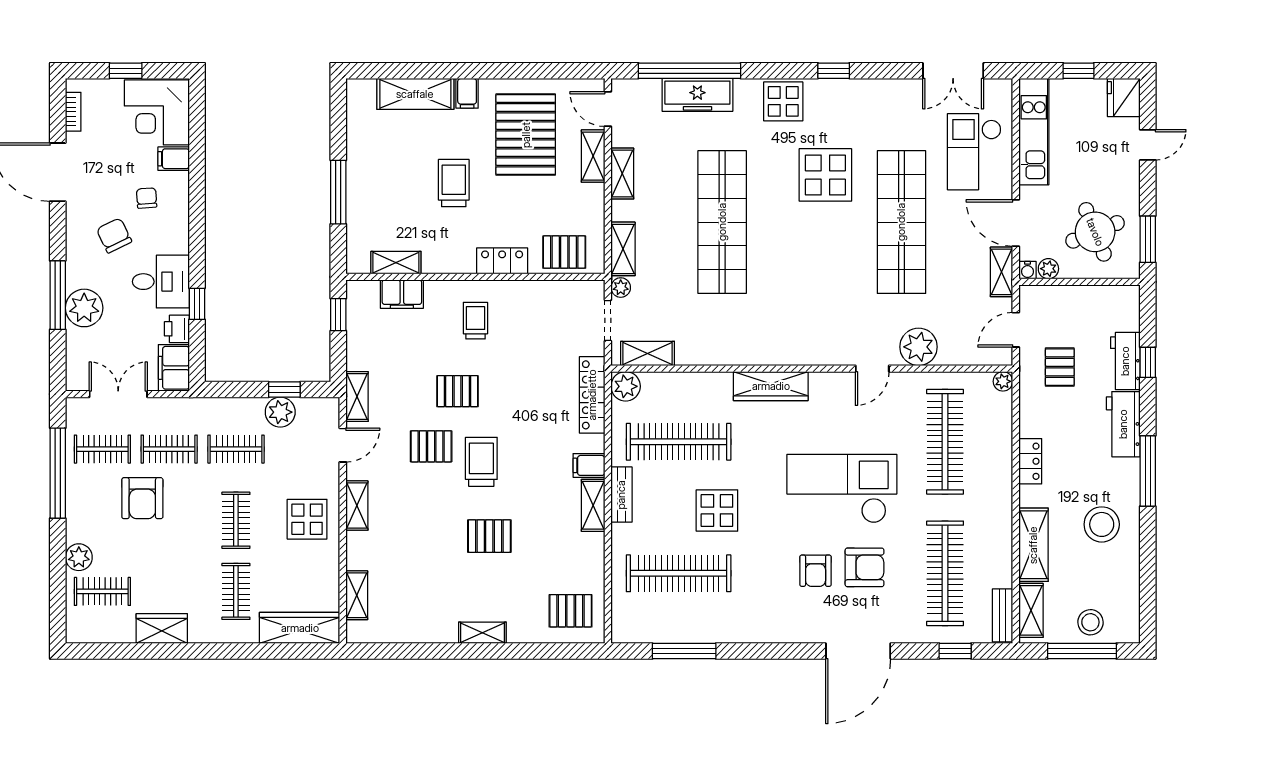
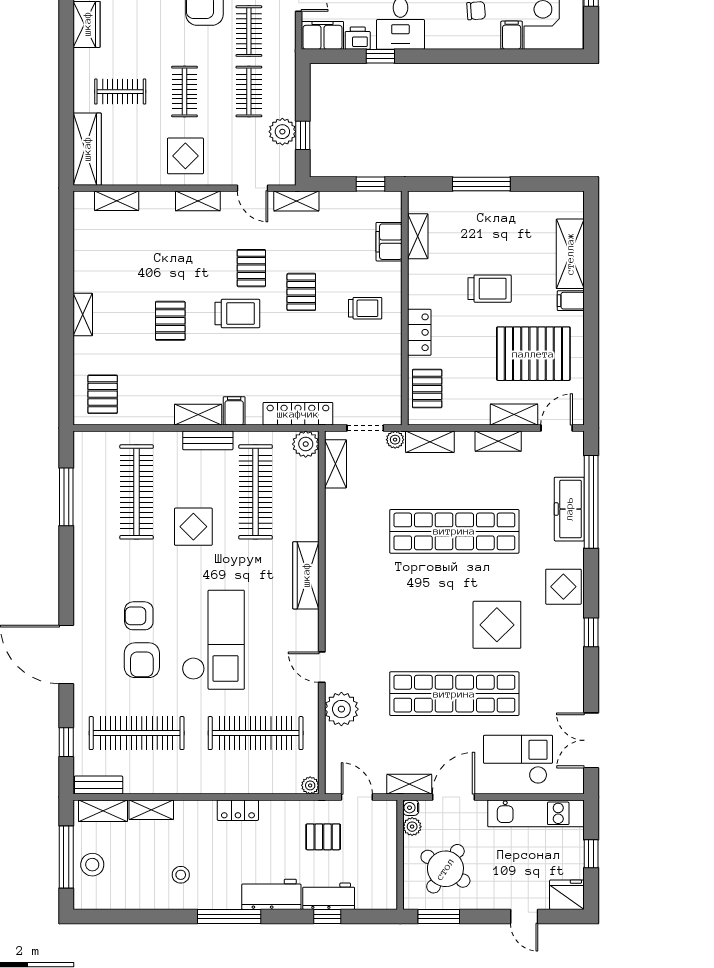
round table: (1095, 232) -> (445, 869), turned -34
clothes rail: (236, 520) -> (185, 92), turned 90
stool: (1102, 524) -> (181, 875), width x0.53, depth x0.53
shelving: (1033, 545) -> (151, 810), width x0.67, depth x0.75

